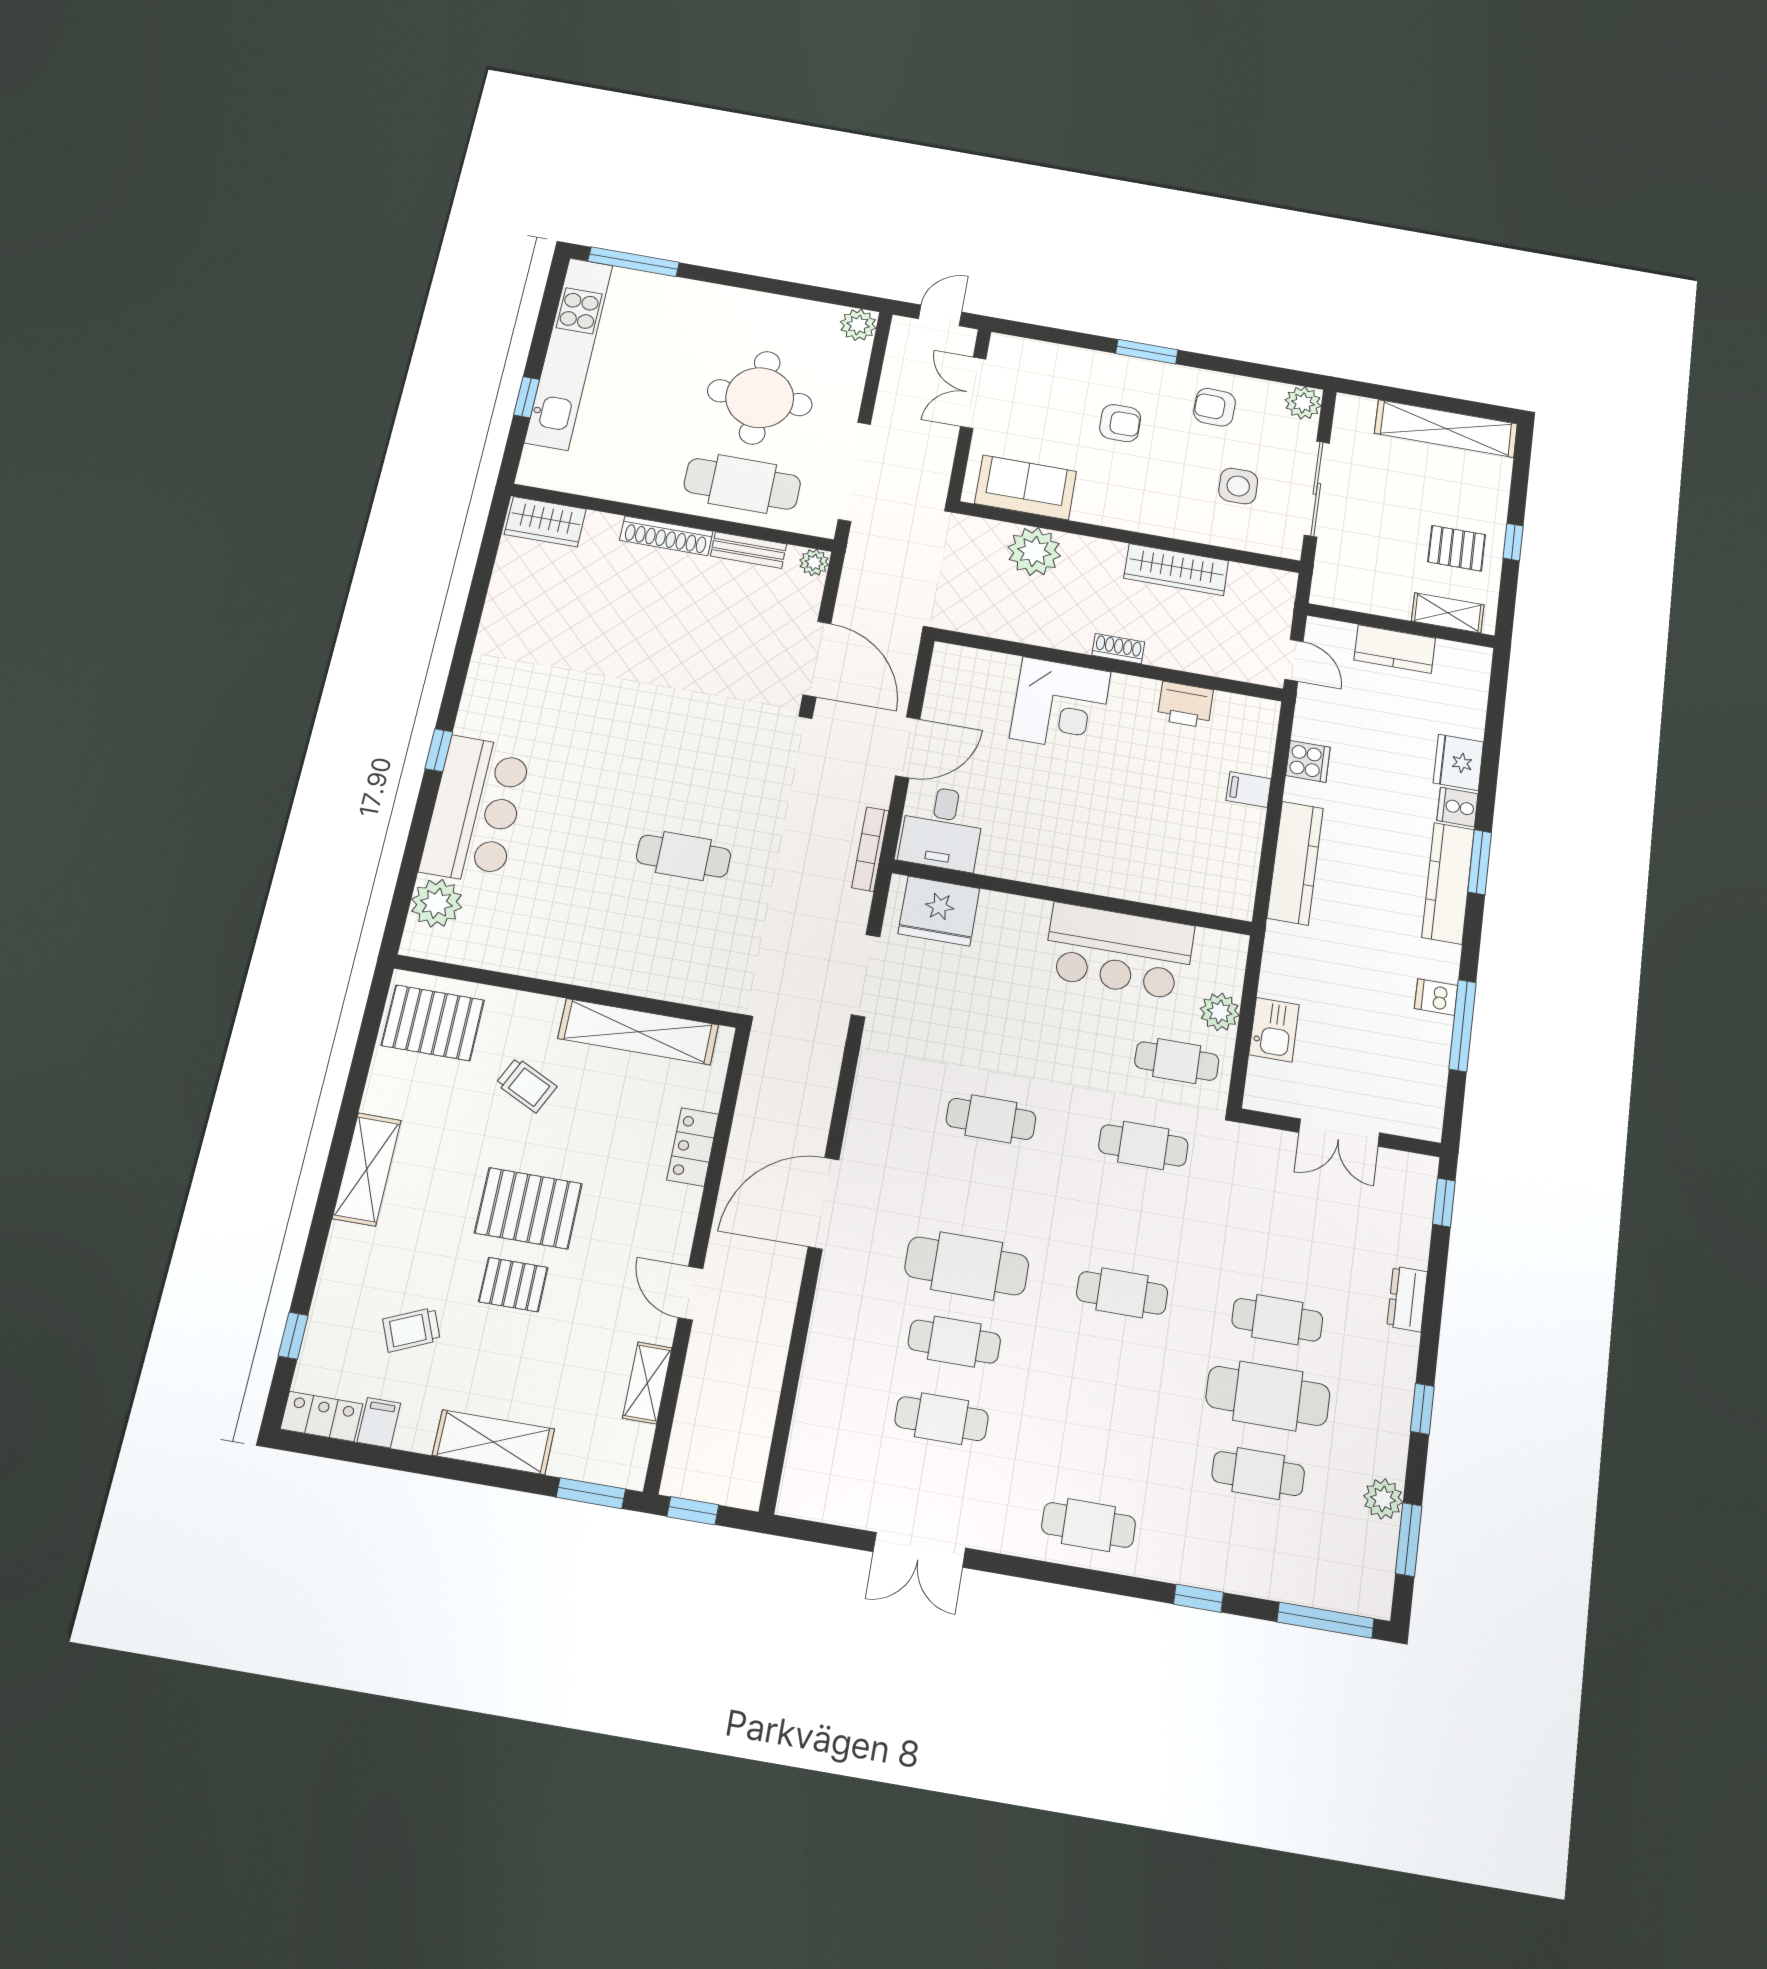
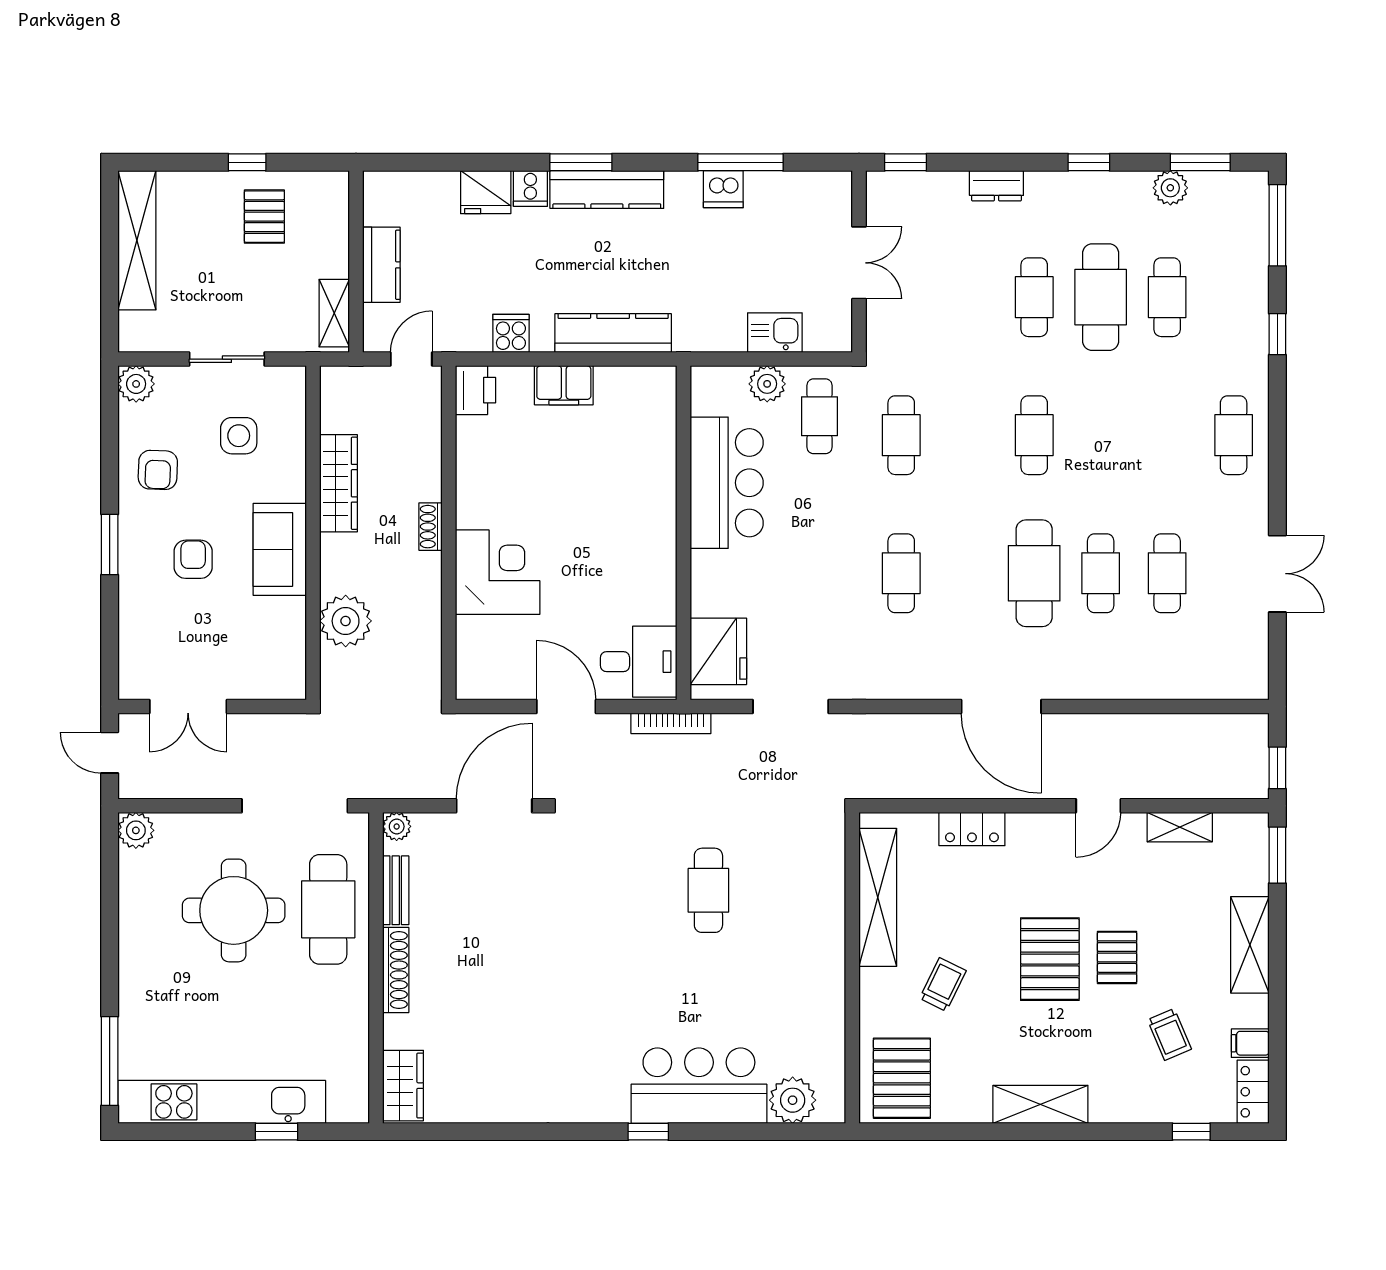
sofa: (1026, 487) -> (280, 549), moved
sliding door: (1317, 489) -> (227, 359), width x0.73
shelving: (1448, 613) -> (334, 313), moved
printer: (1185, 705) -> (475, 390), moved
filing cabinet: (1249, 790) -> (564, 385), width x2.00
dishwasher: (1436, 997) -> (723, 189), width x1.38

